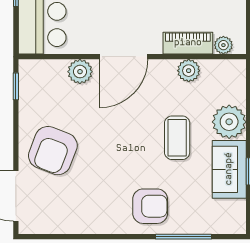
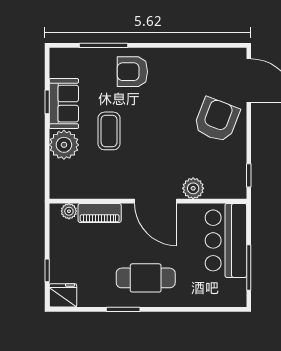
door: (123, 57) -> (156, 201), swing flipped
plant: (189, 71) -> (99, 189), removed

